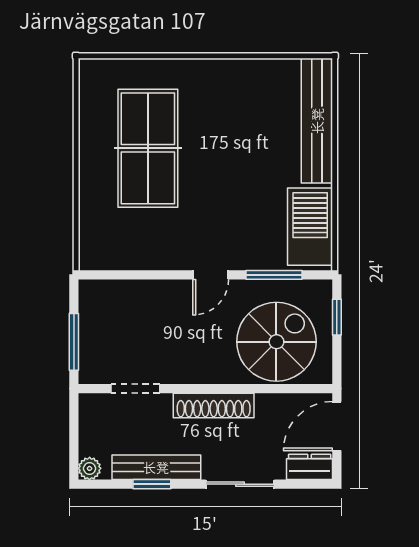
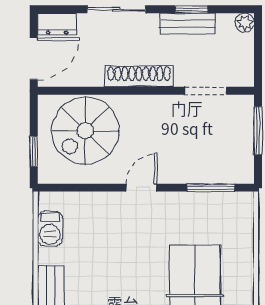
barbecue: (310, 227) -> (50, 229), width x0.53, depth x0.65
window: (274, 275) -> (211, 188), moved
bench: (156, 467) -> (188, 24), width x0.73

